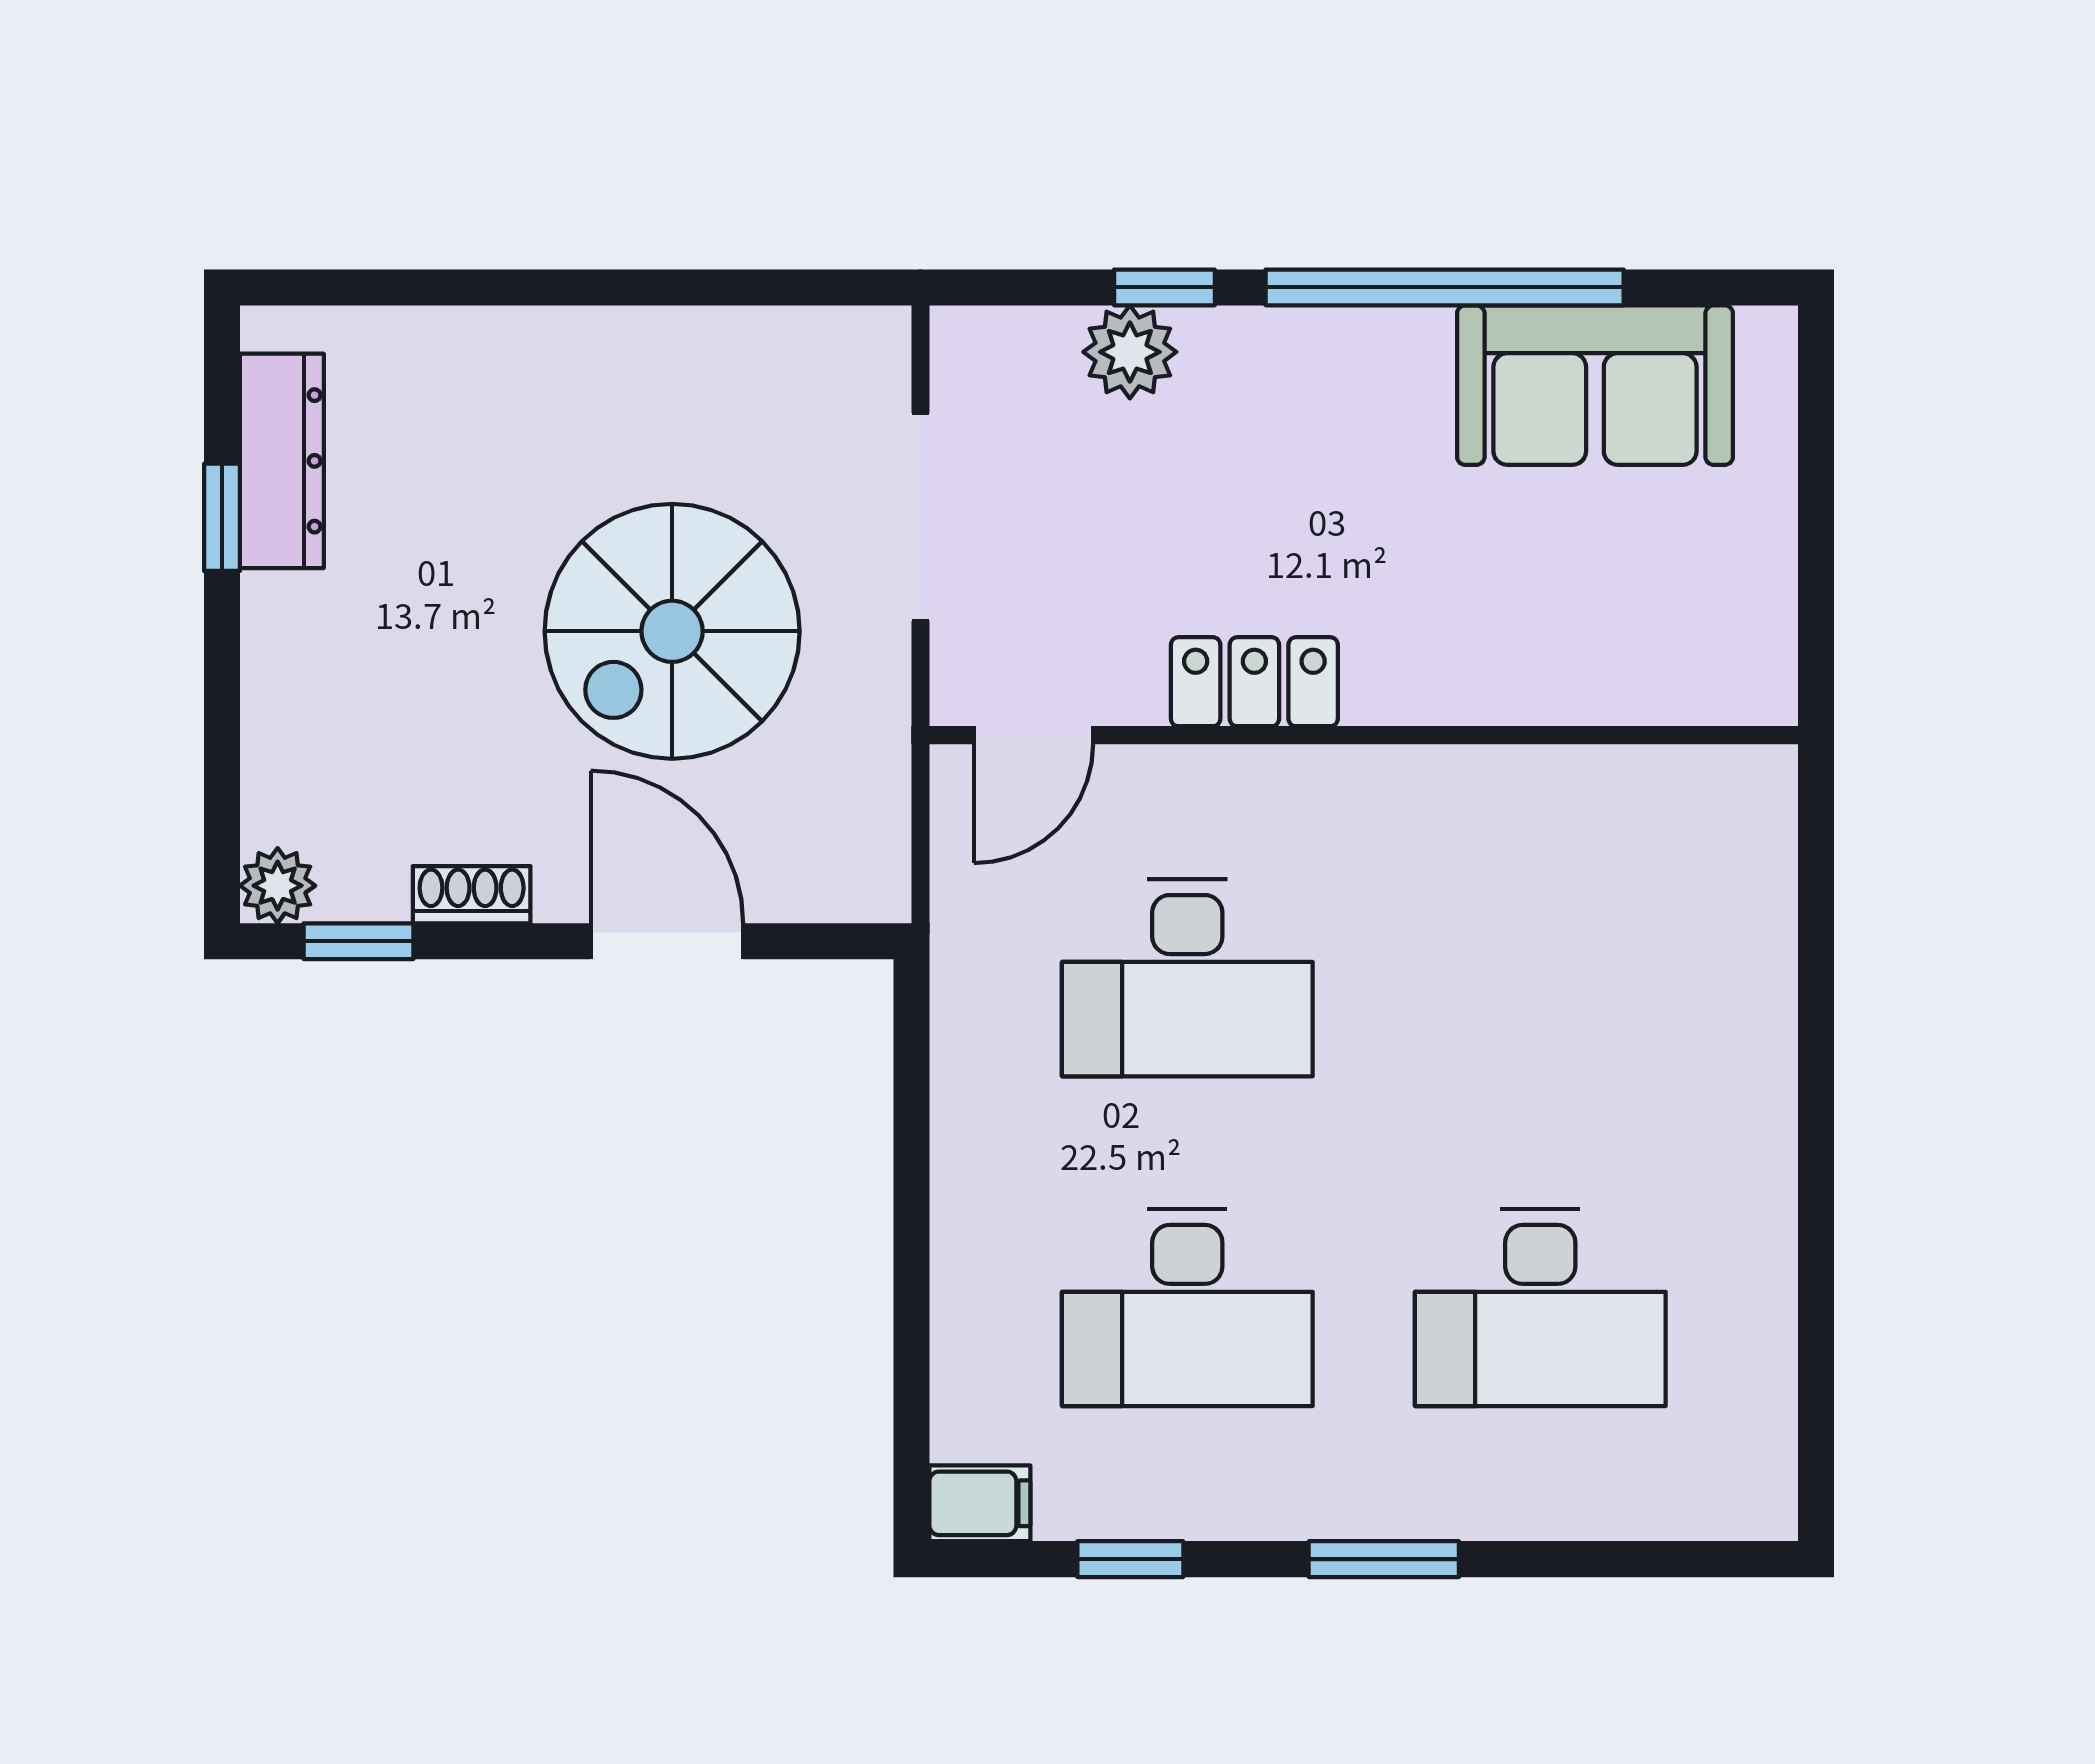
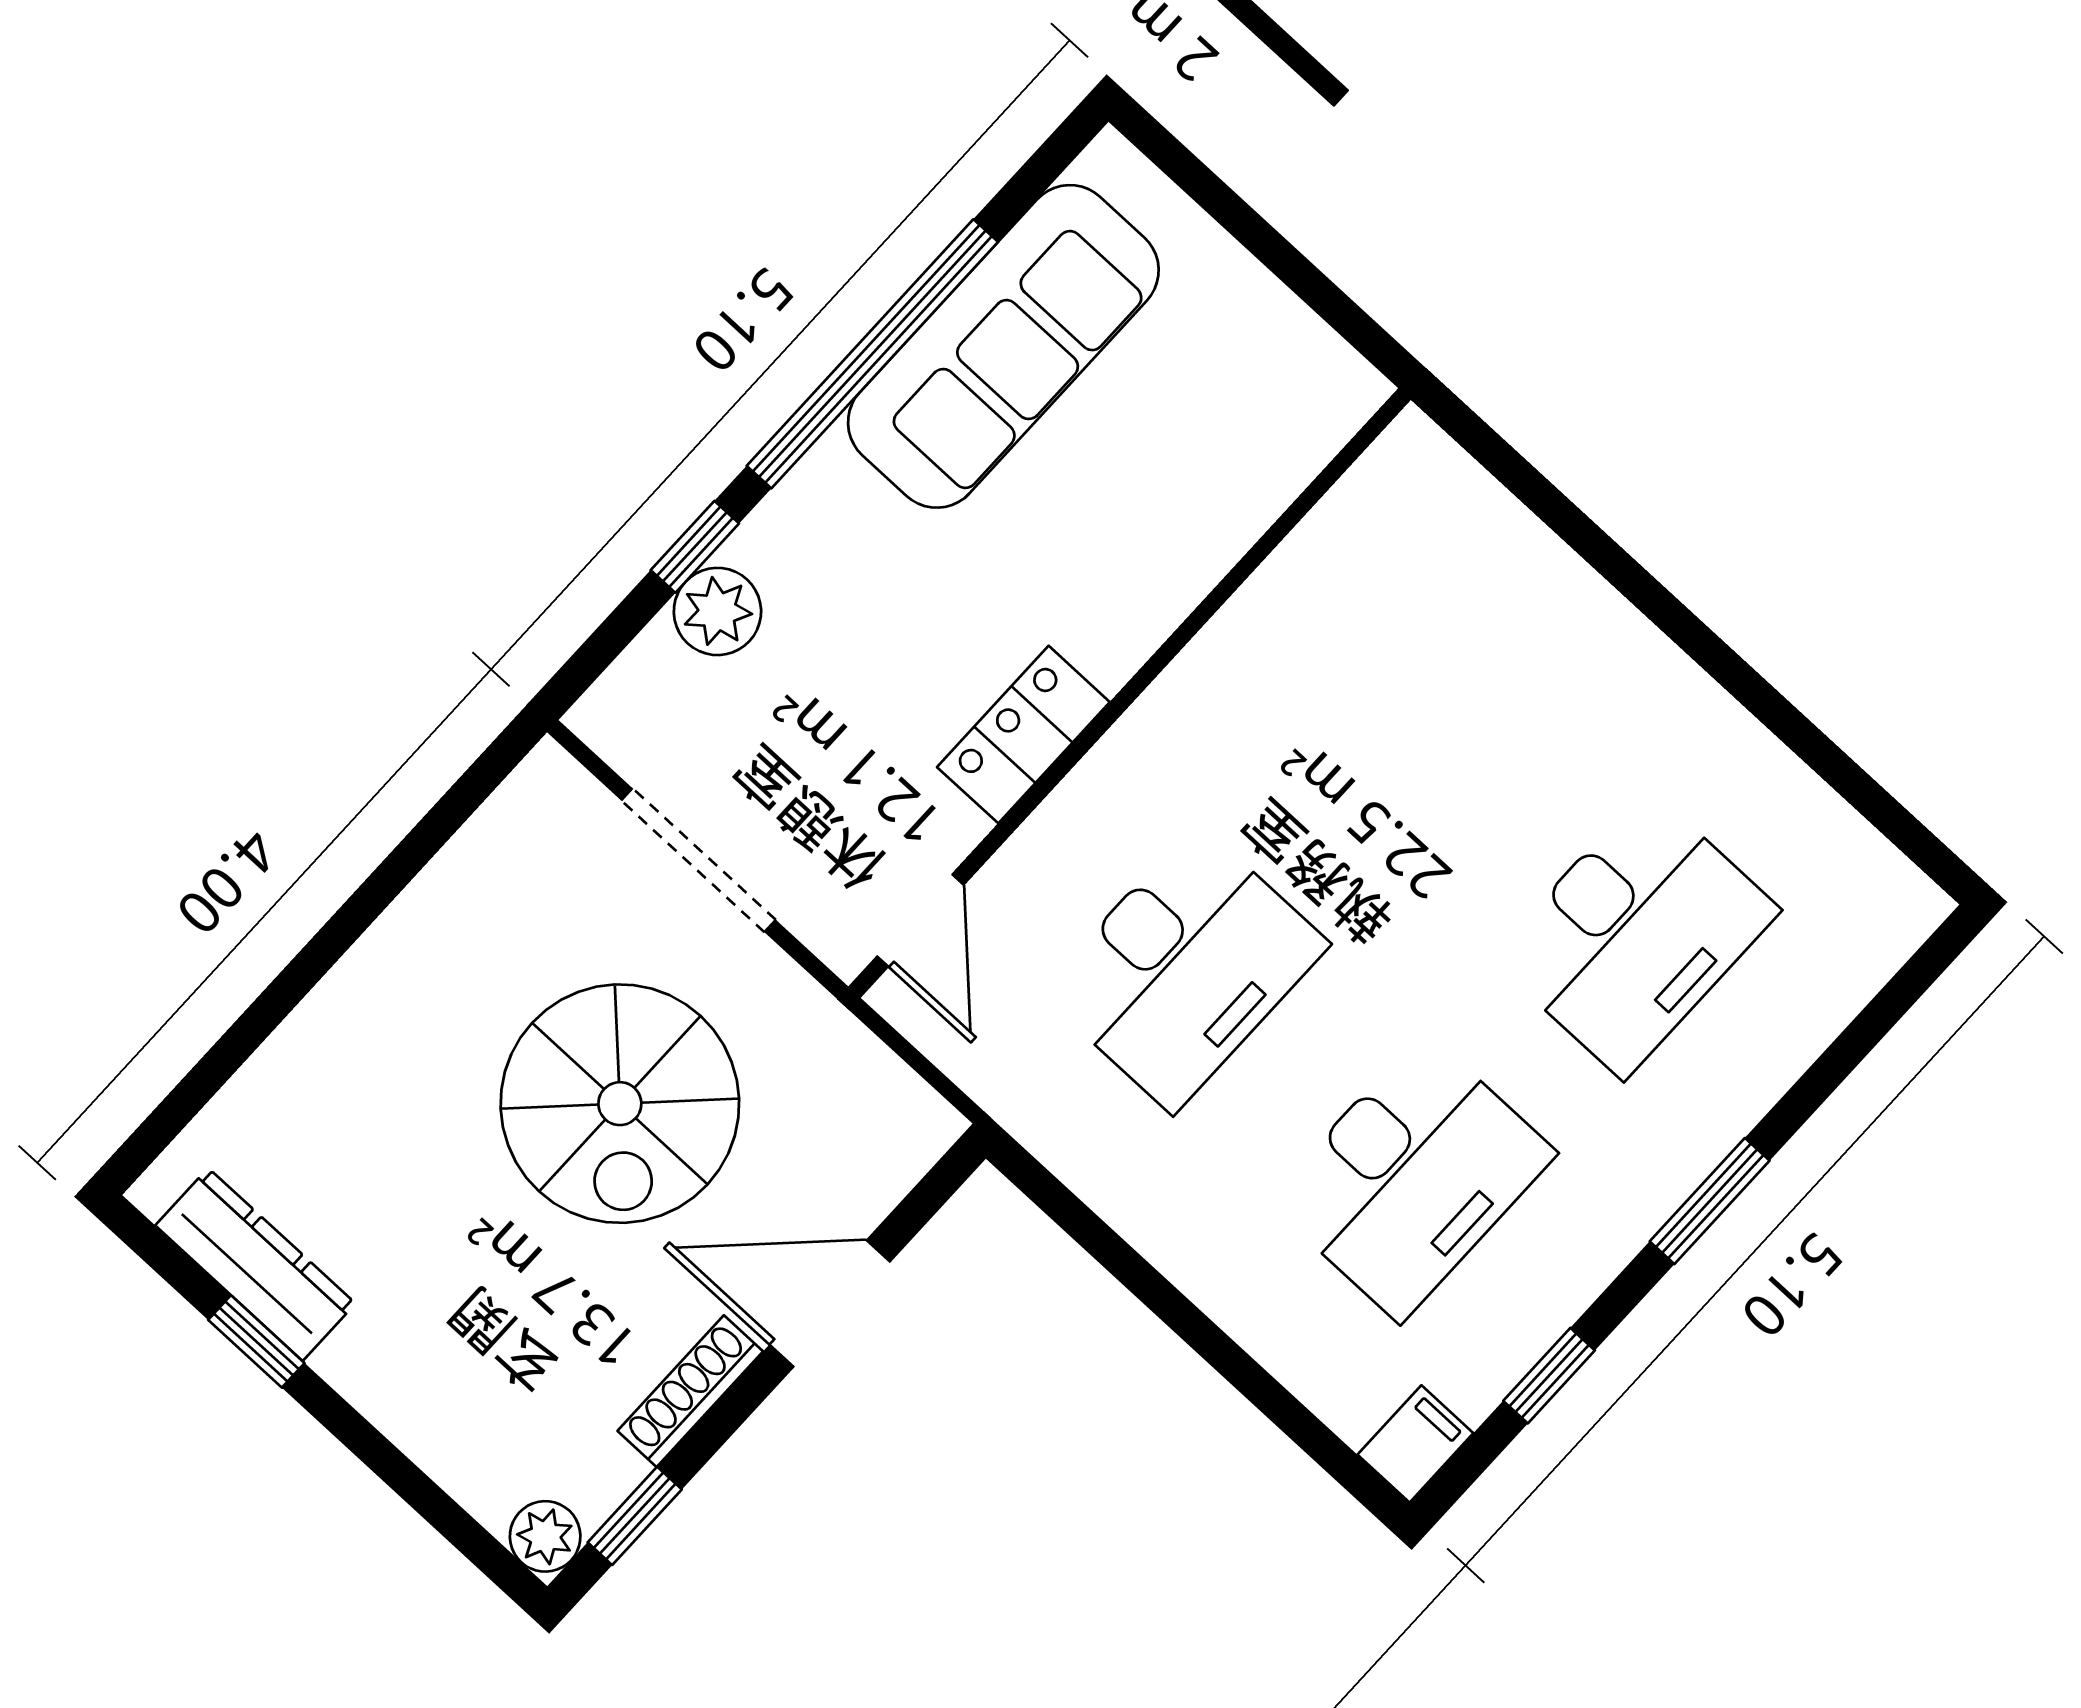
sofa: (1595, 385) -> (1003, 346), width x1.36
shoe rack: (472, 895) -> (690, 1391), width x1.43

